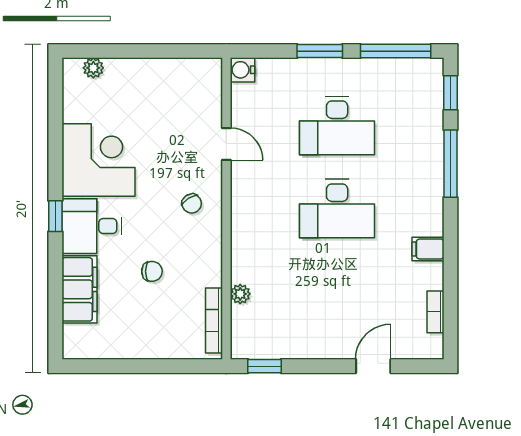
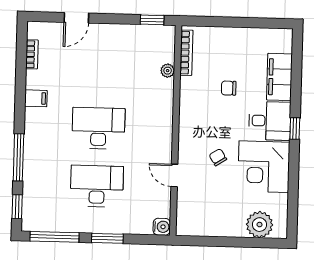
plant: (93, 68) -> (260, 225), width x1.88, depth x1.88
chair: (192, 204) -> (218, 157), moved

